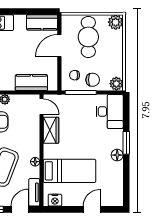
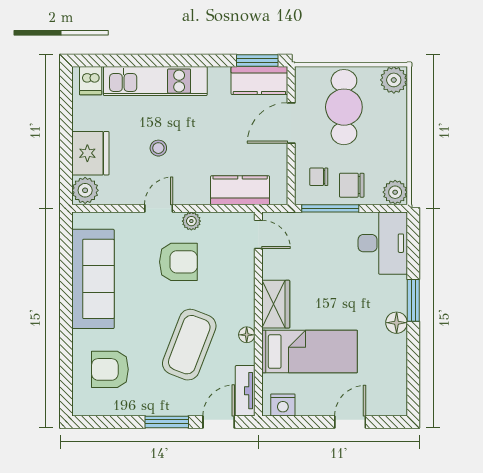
window: (41, 12) -> (257, 61), added
chair: (93, 80) -> (352, 185), turned 180
wardrobe: (51, 130) -> (276, 304), moved

